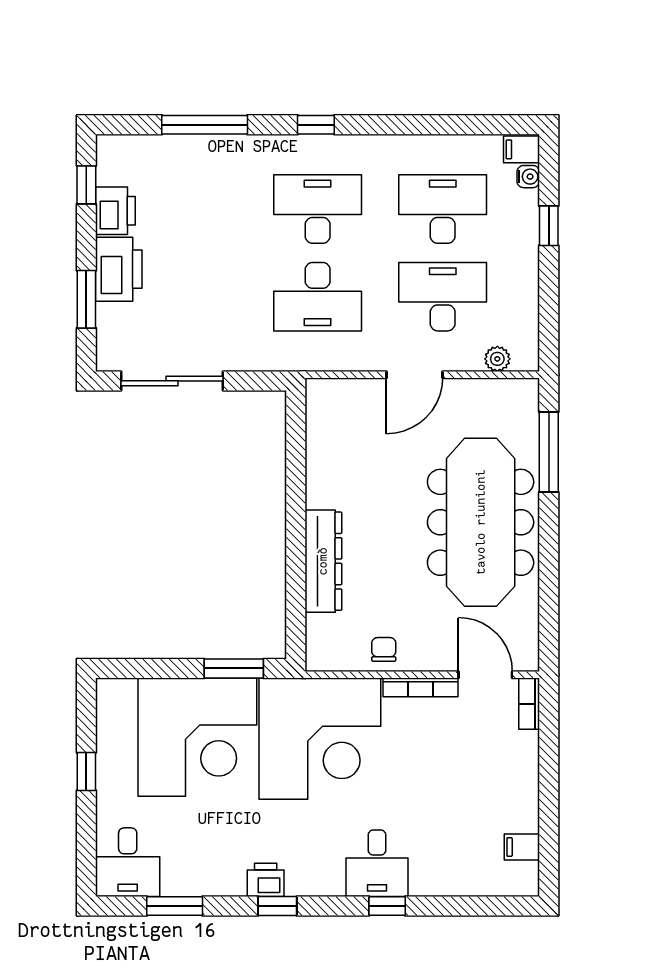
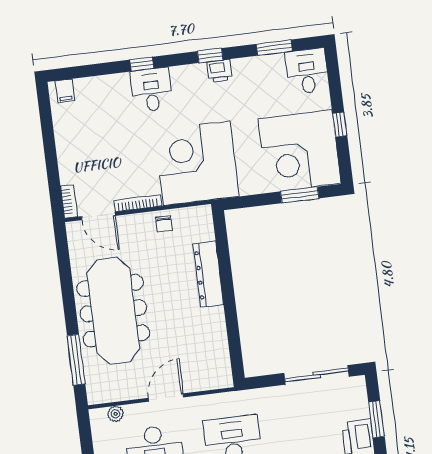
window: (234, 668) -> (300, 195), moved
corner desk: (197, 737) -> (300, 151), moved, turned -90
filing cabinet: (522, 847) -> (65, 91), moved, turned 90

